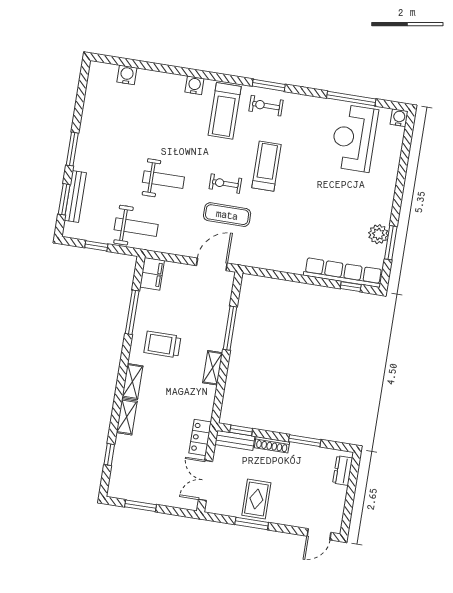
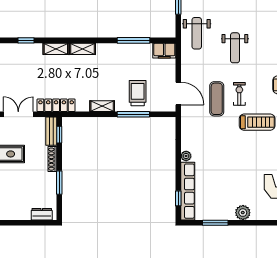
plant: (378, 234) -> (243, 213), moved
plant: (296, 267) -> (186, 156), added
trolley: (162, 344) -> (138, 93), moved
locker: (200, 437) -> (56, 105), width x1.53

